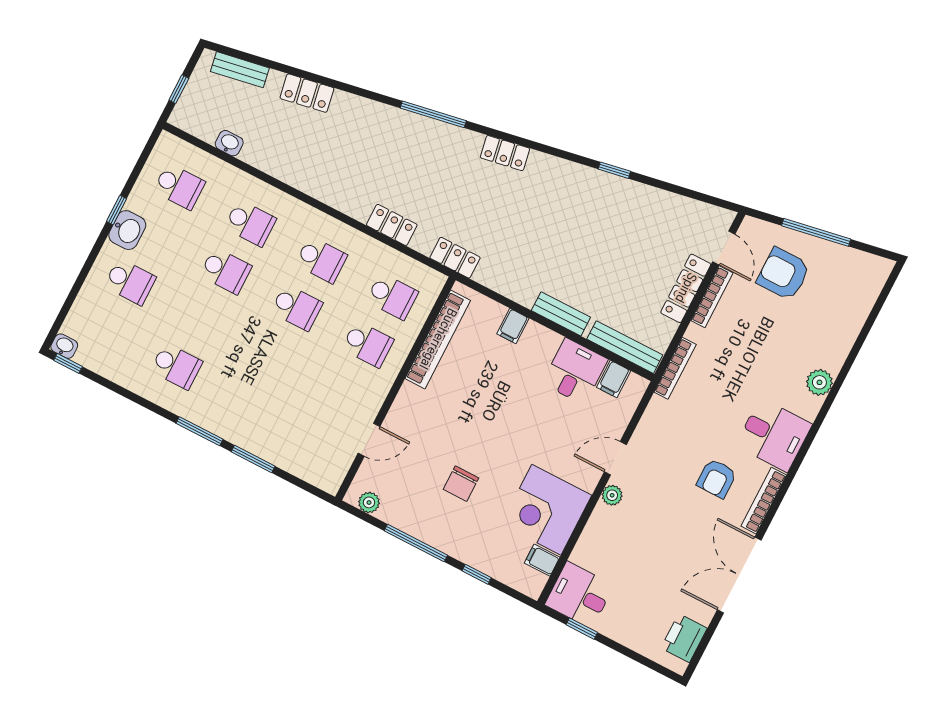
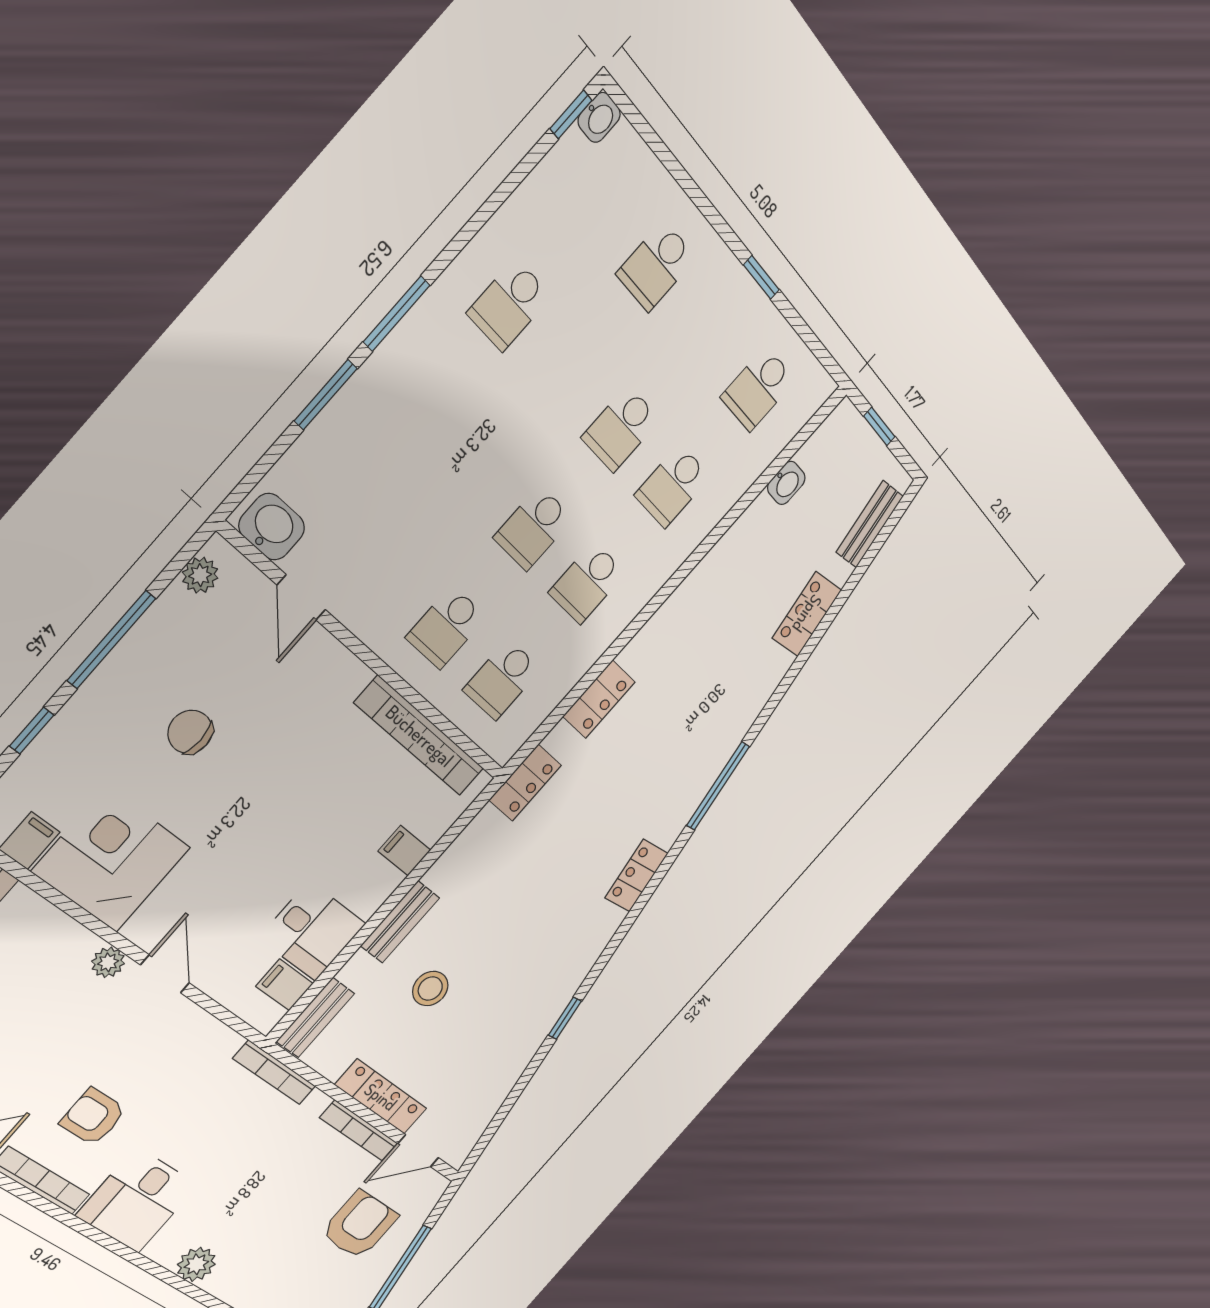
washbasin: (127, 230) -> (272, 527), moved, turned 180
stool: (604, 278) -> (430, 989), added
bench: (625, 347) -> (315, 1018), width x0.73

